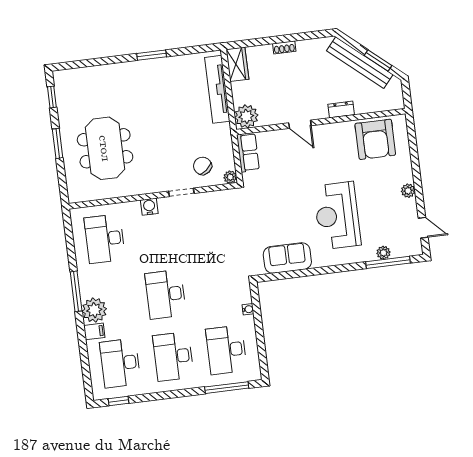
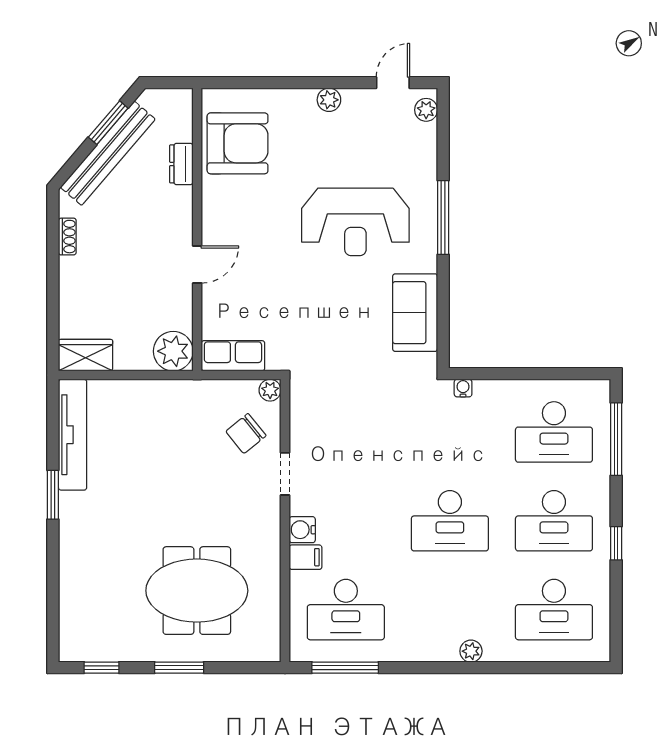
shoe rack: (284, 47) -> (67, 237), moved
tv unit: (217, 89) -> (73, 435), moved, turned -90
dresser: (341, 109) -> (181, 164), moved
plant: (383, 253) -> (426, 110), moved
window: (388, 262) -> (443, 217), moved
window: (76, 291) -> (345, 668), moved
water cooler: (248, 309) -> (463, 388), moved
plant: (94, 310) -> (471, 651), width x0.53, depth x0.53
filing cabinet: (94, 331) -> (305, 557), moved, turned 90
window: (118, 401) -> (616, 543), moved

